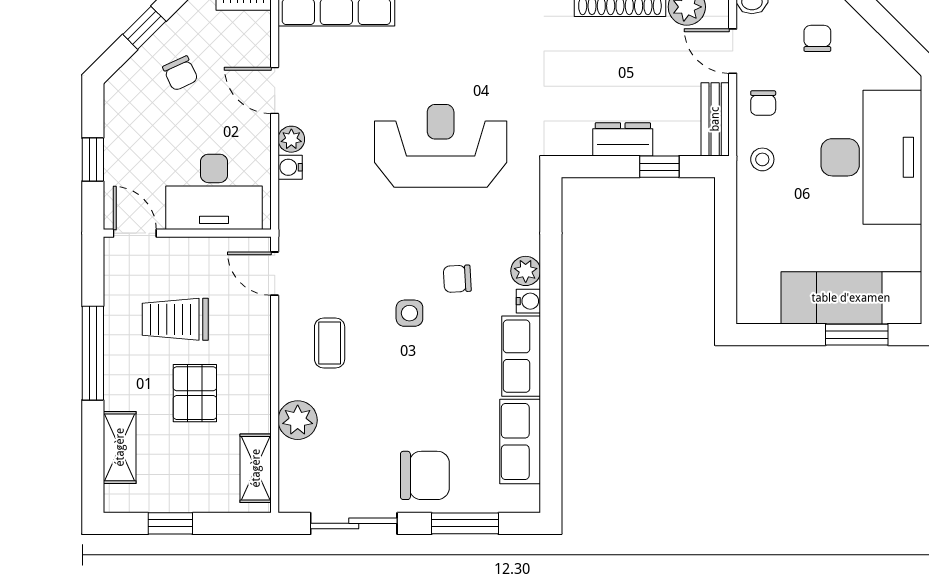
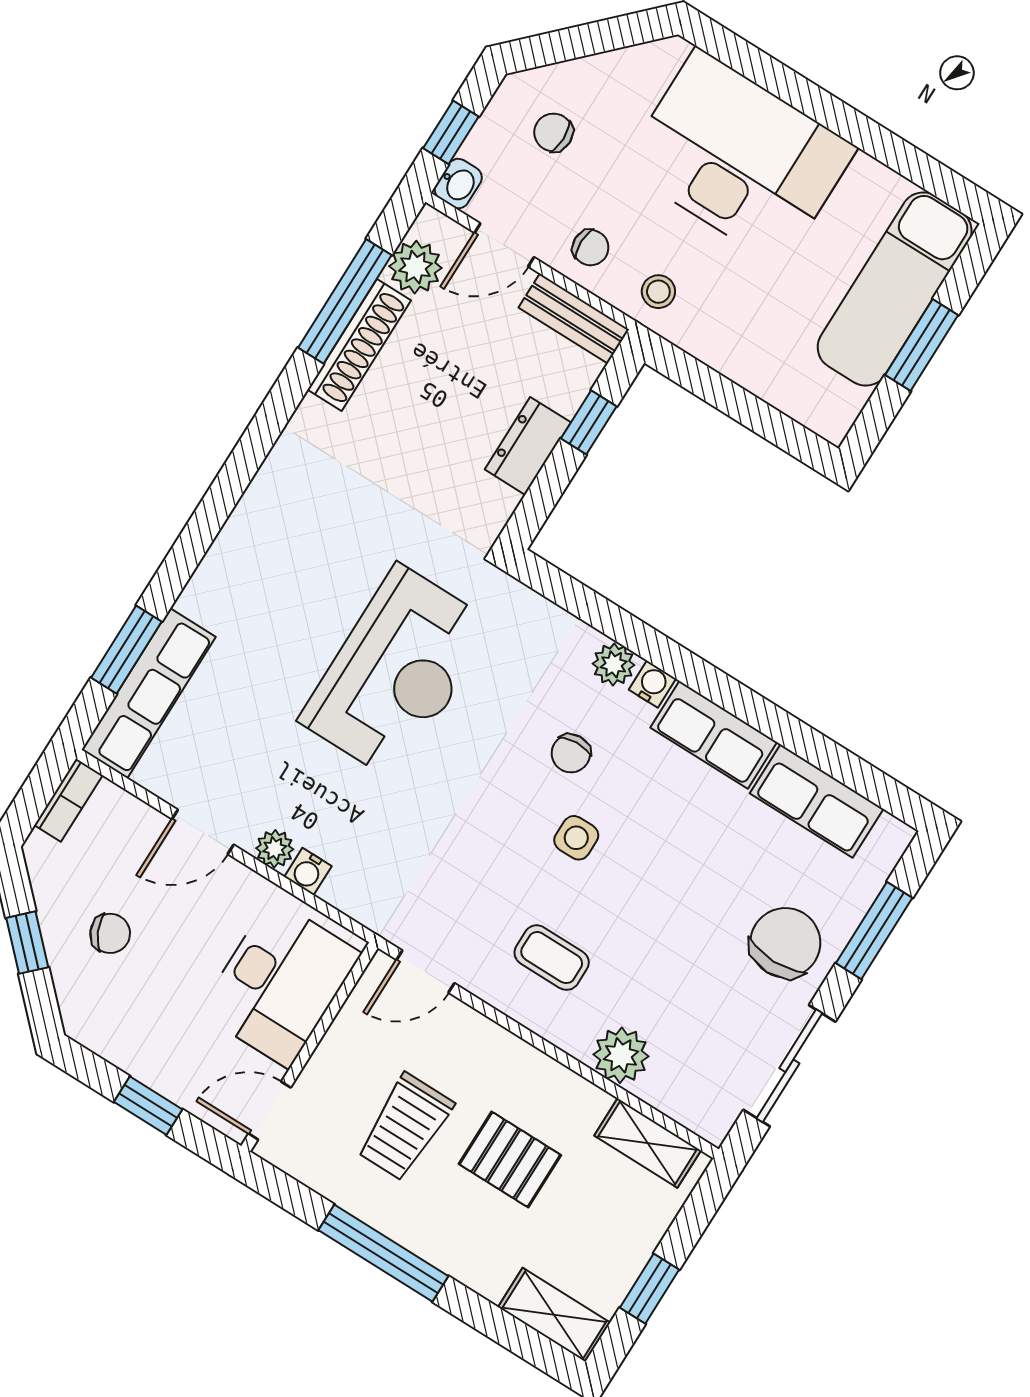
reception desk: (441, 146) -> (397, 672), turned 180
window: (857, 335) -> (922, 345), moved
shelving: (120, 447) -> (554, 1315), moved

